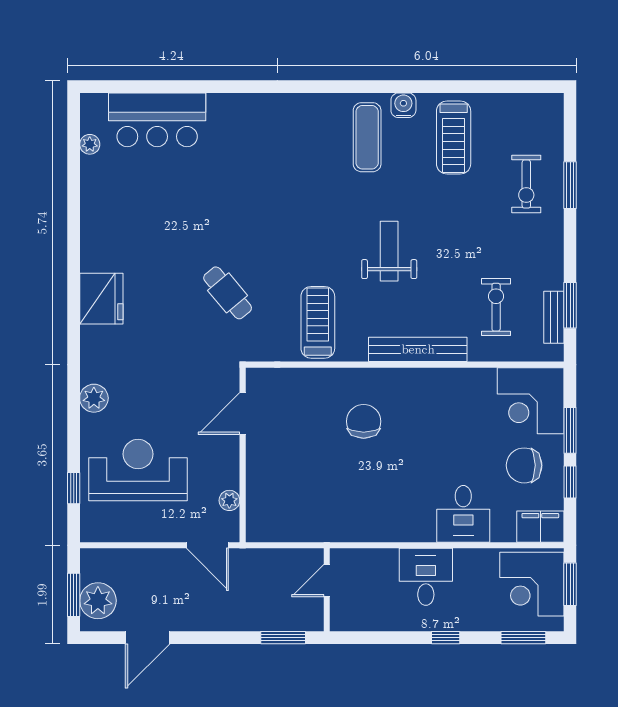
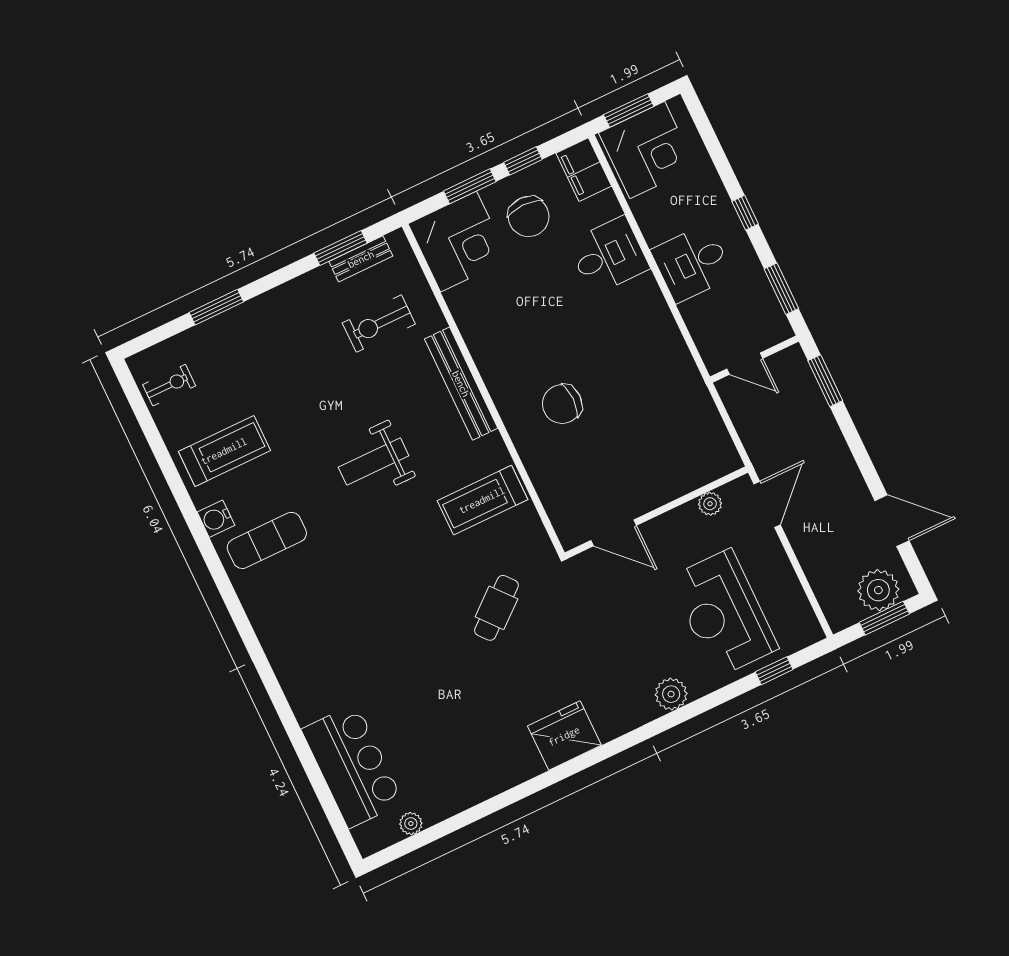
exercise bike: (526, 184) -> (169, 385), moved, width x0.73, depth x0.72
window: (523, 638) -> (781, 289), moved

